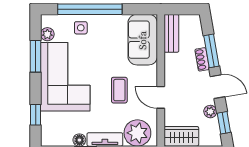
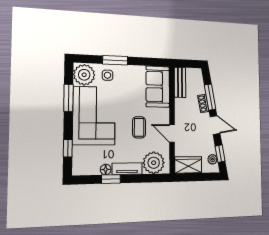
window: (90, 9) -> (115, 60), width x0.47
plant: (47, 34) -> (84, 75), width x1.88, depth x1.88
plant: (210, 112) -> (212, 159), moved

